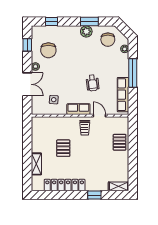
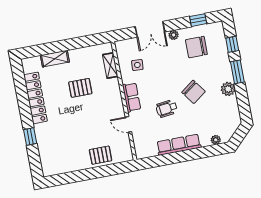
window: (89, 22) -> (237, 72), moved
chair: (108, 40) -> (194, 92), moved, turned -126
window: (133, 73) -> (188, 155), removed
row of seats: (123, 95) -> (179, 145), moved
door: (99, 116) -> (128, 124), swing flipped
trolley: (85, 128) -> (110, 109), removed
shelving: (119, 186) -> (110, 65), moved

